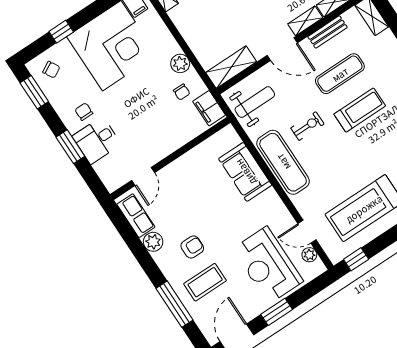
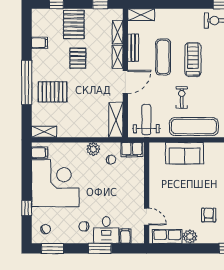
filing cabinet: (104, 167) -> (125, 236), added

